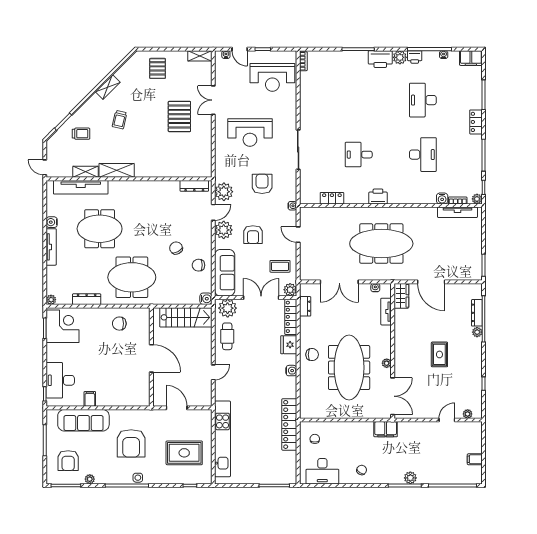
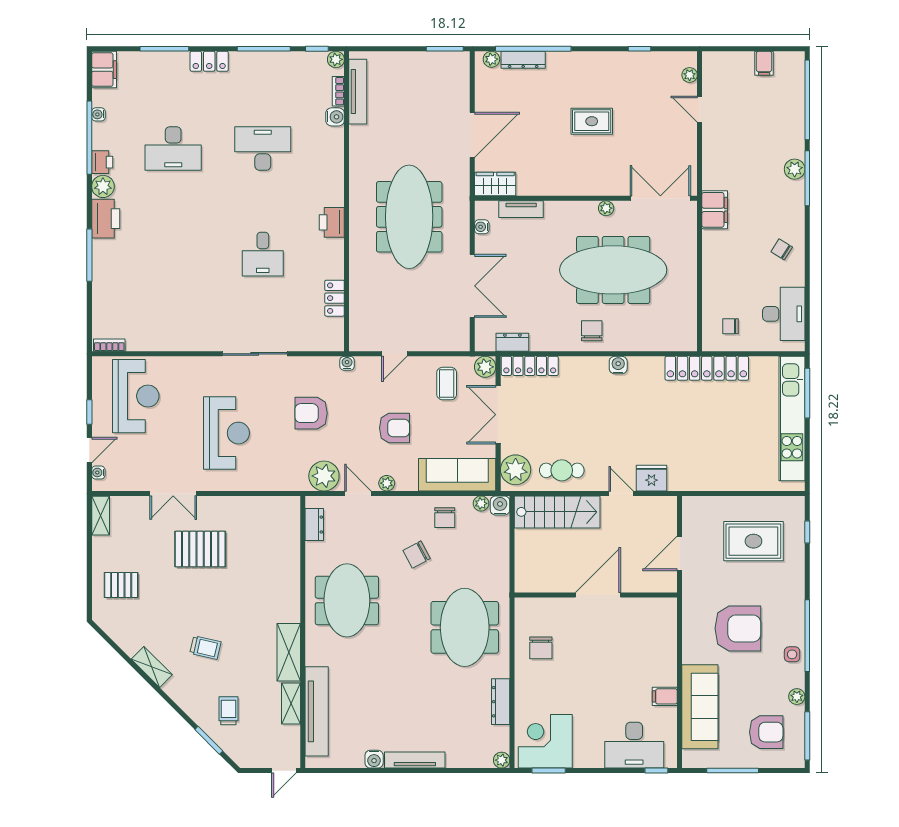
dresser: (194, 186) -> (314, 525), width x0.70
meeting table: (100, 229) -> (347, 600), moved
plant: (224, 230) -> (387, 483), width x0.53, depth x0.53
plant: (207, 287) -> (481, 503), added
stairs: (186, 317) -> (557, 512), moved, turned 90
plant: (477, 332) -> (491, 59), moved
fridge: (289, 345) -> (652, 478), moved, turned 180
kitchen unit: (223, 439) -> (792, 419), moved, turned -90
rug: (184, 453) -> (753, 541), turned 90
side table: (138, 478) -> (792, 654), moved

